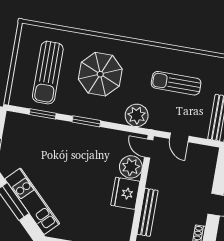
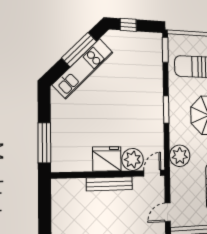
window: (43, 114) -> (165, 50), moved
door: (179, 137) -> (168, 212), moved
bench: (147, 212) -> (110, 184), moved

